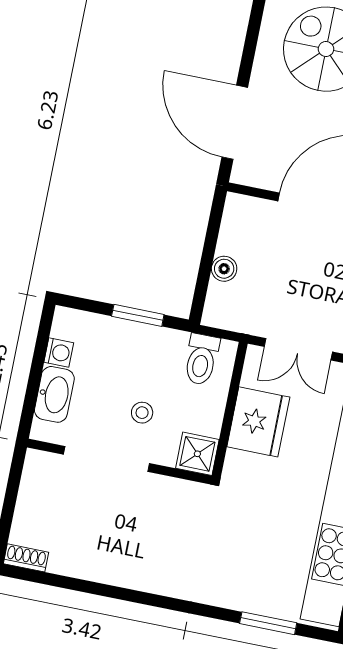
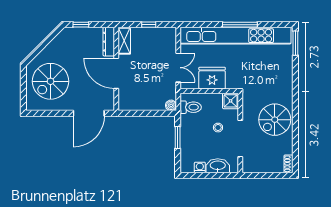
boiler: (224, 269) -> (171, 105), moved
spiral stairs: (134, 547) -> (275, 120), added
window: (268, 623) -> (295, 43), moved

